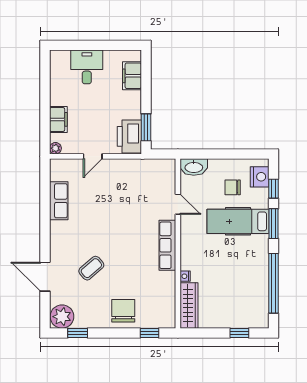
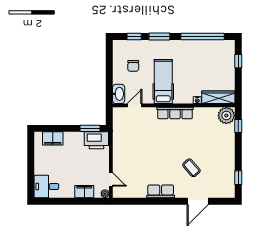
desk: (87, 67) -> (46, 187), moved
door: (93, 156) -> (111, 179), moved
nightstand: (260, 177) -> (126, 46), removed
row of seats: (59, 201) -> (161, 191), moved
door: (178, 204) -> (135, 105), moved
hospital bed: (238, 221) -> (163, 81), moved, turned 180
chair: (123, 311) -> (222, 145), removed
plant: (62, 317) -> (226, 116), moved

